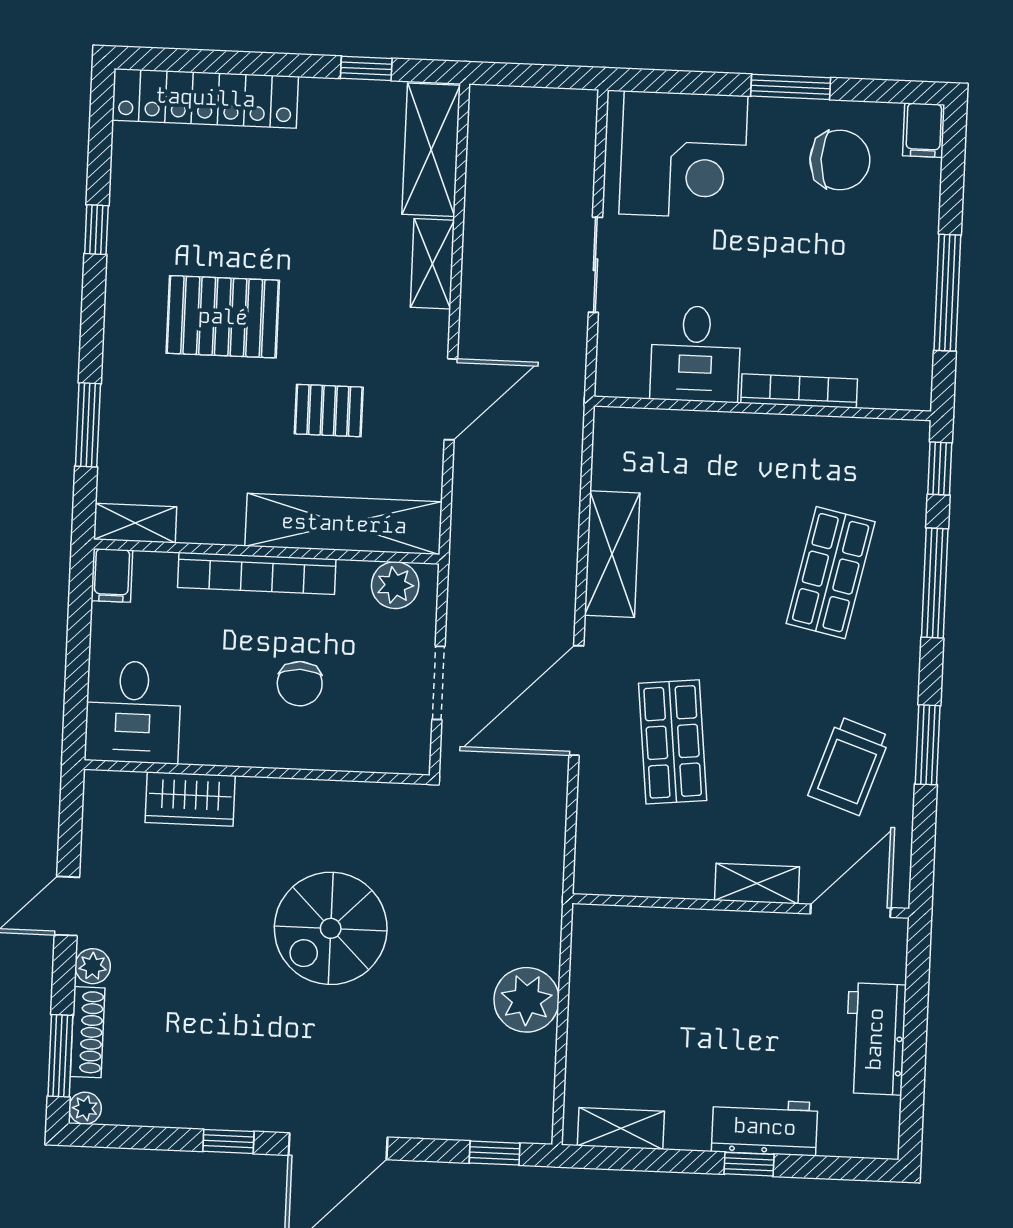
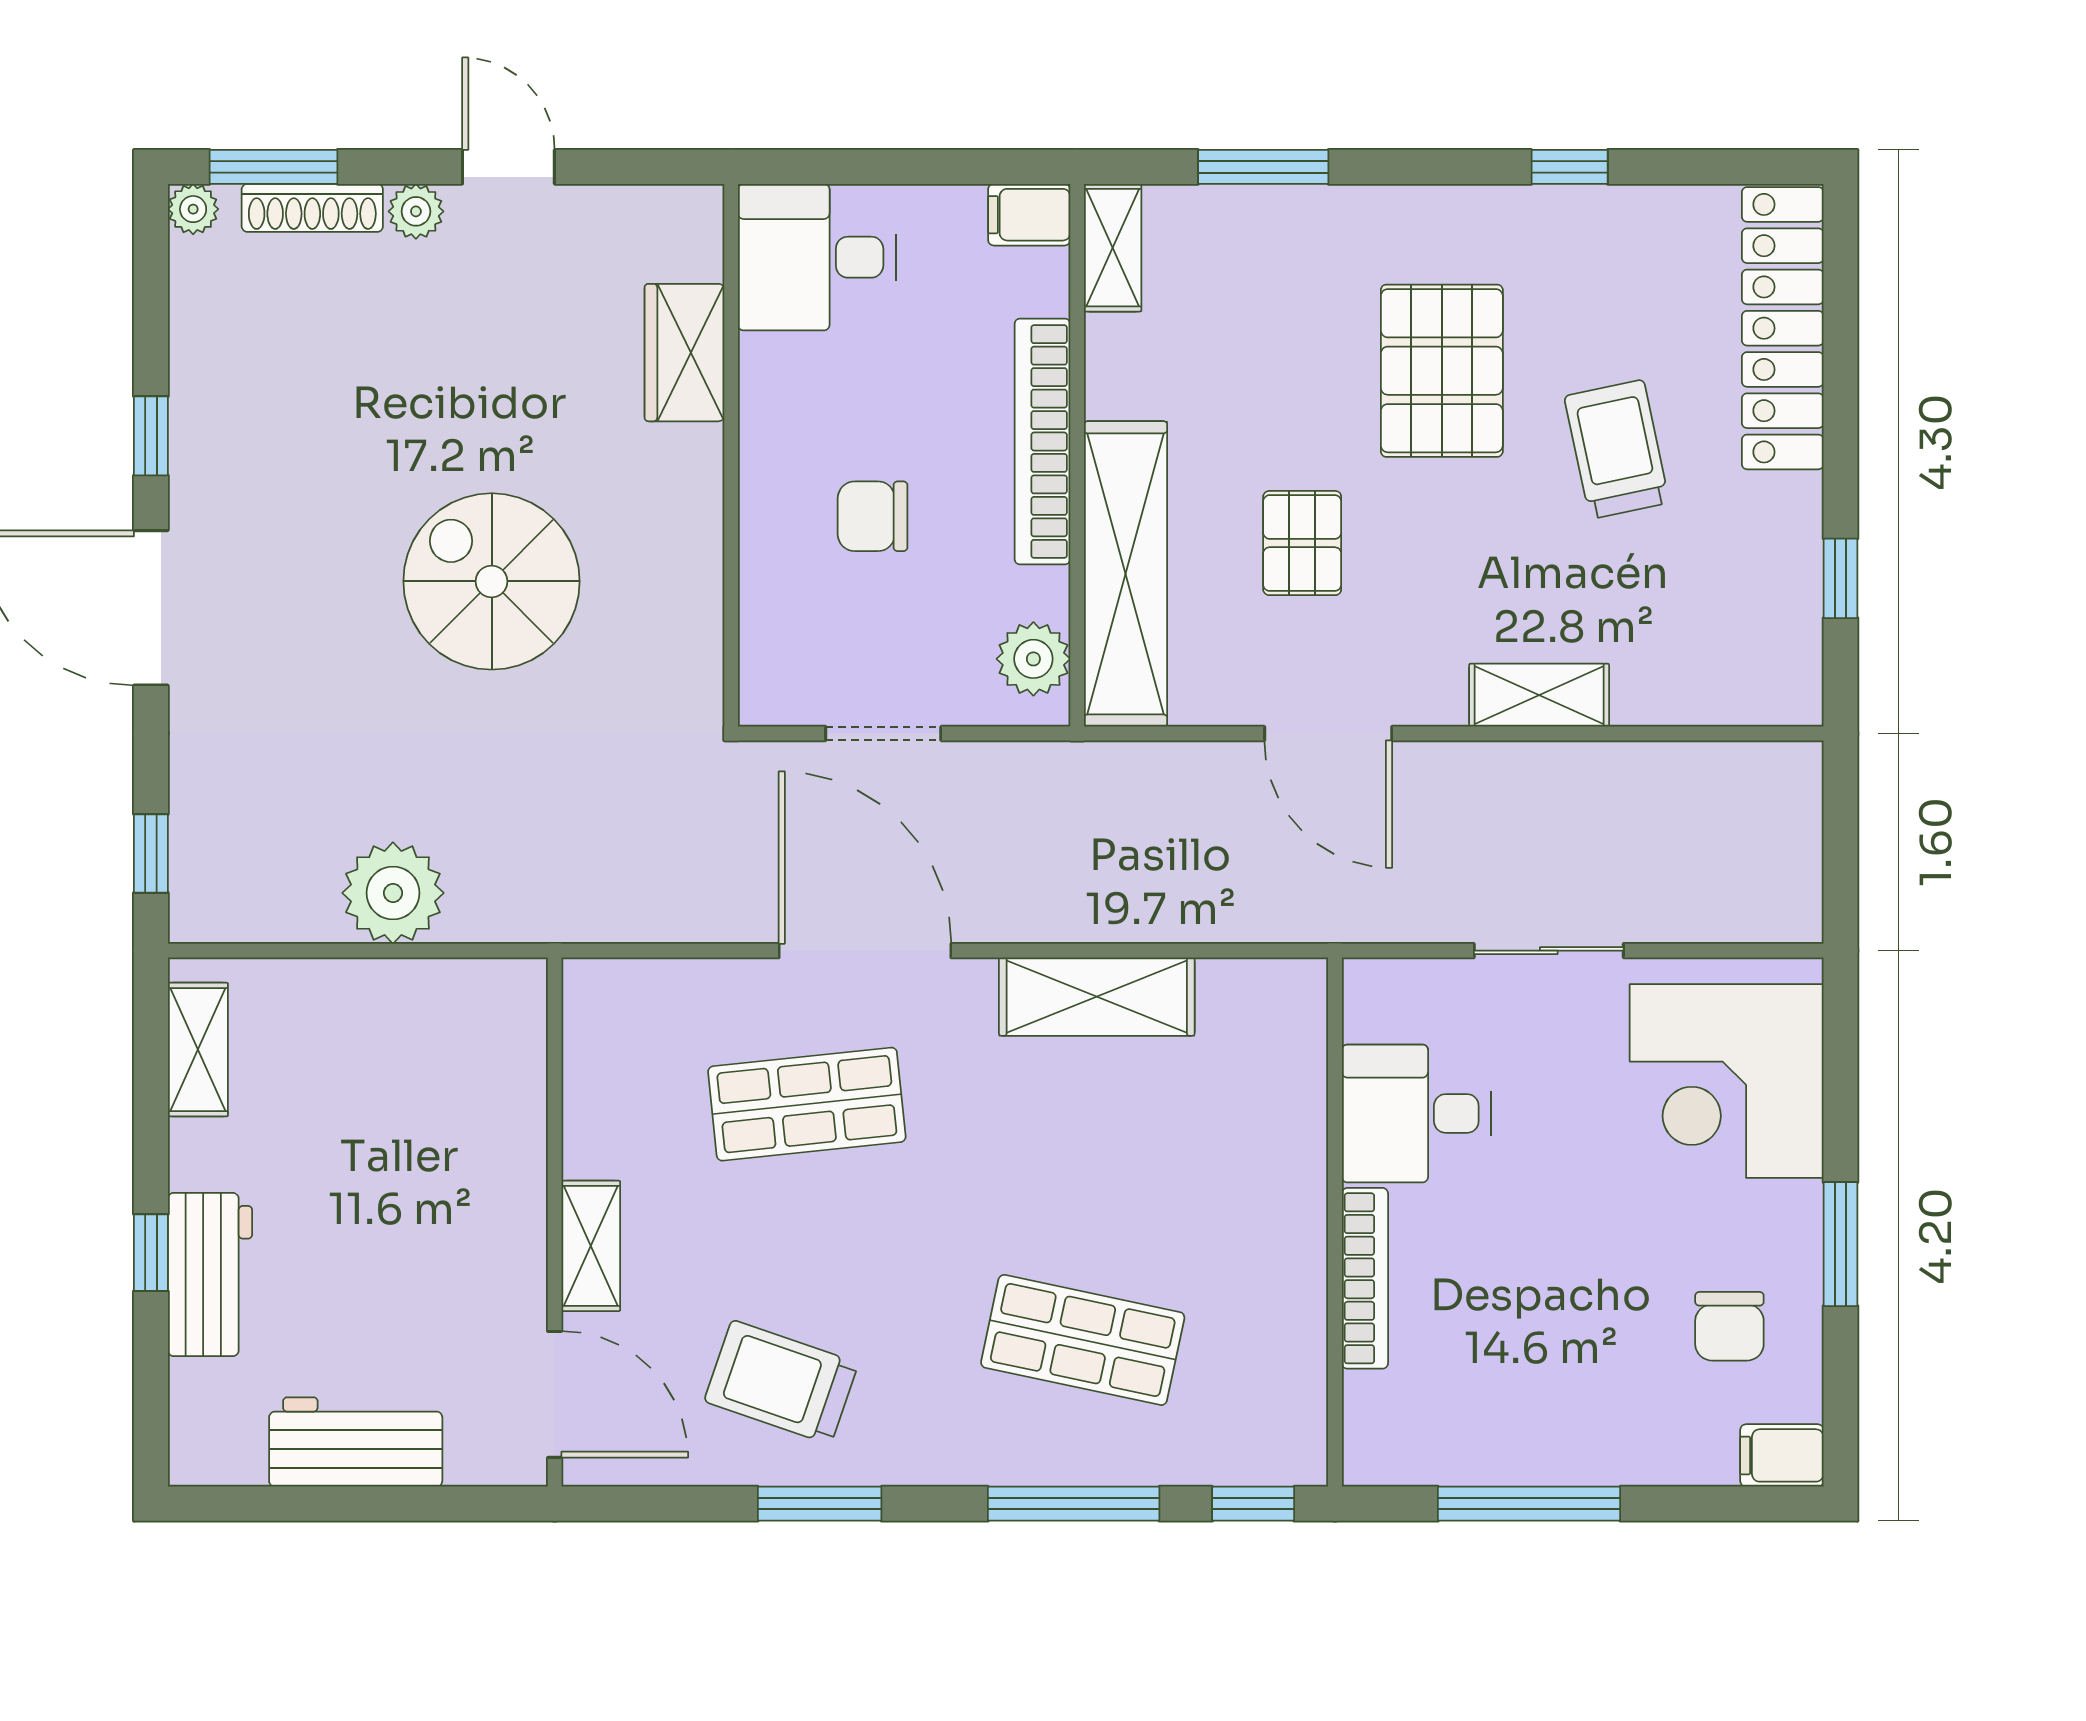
shelving: (431, 150) -> (1718, 685), removed
chair: (840, 160) -> (1729, 1326), width x0.73, depth x0.73
trolley: (278, 207) -> (1617, 449), added

